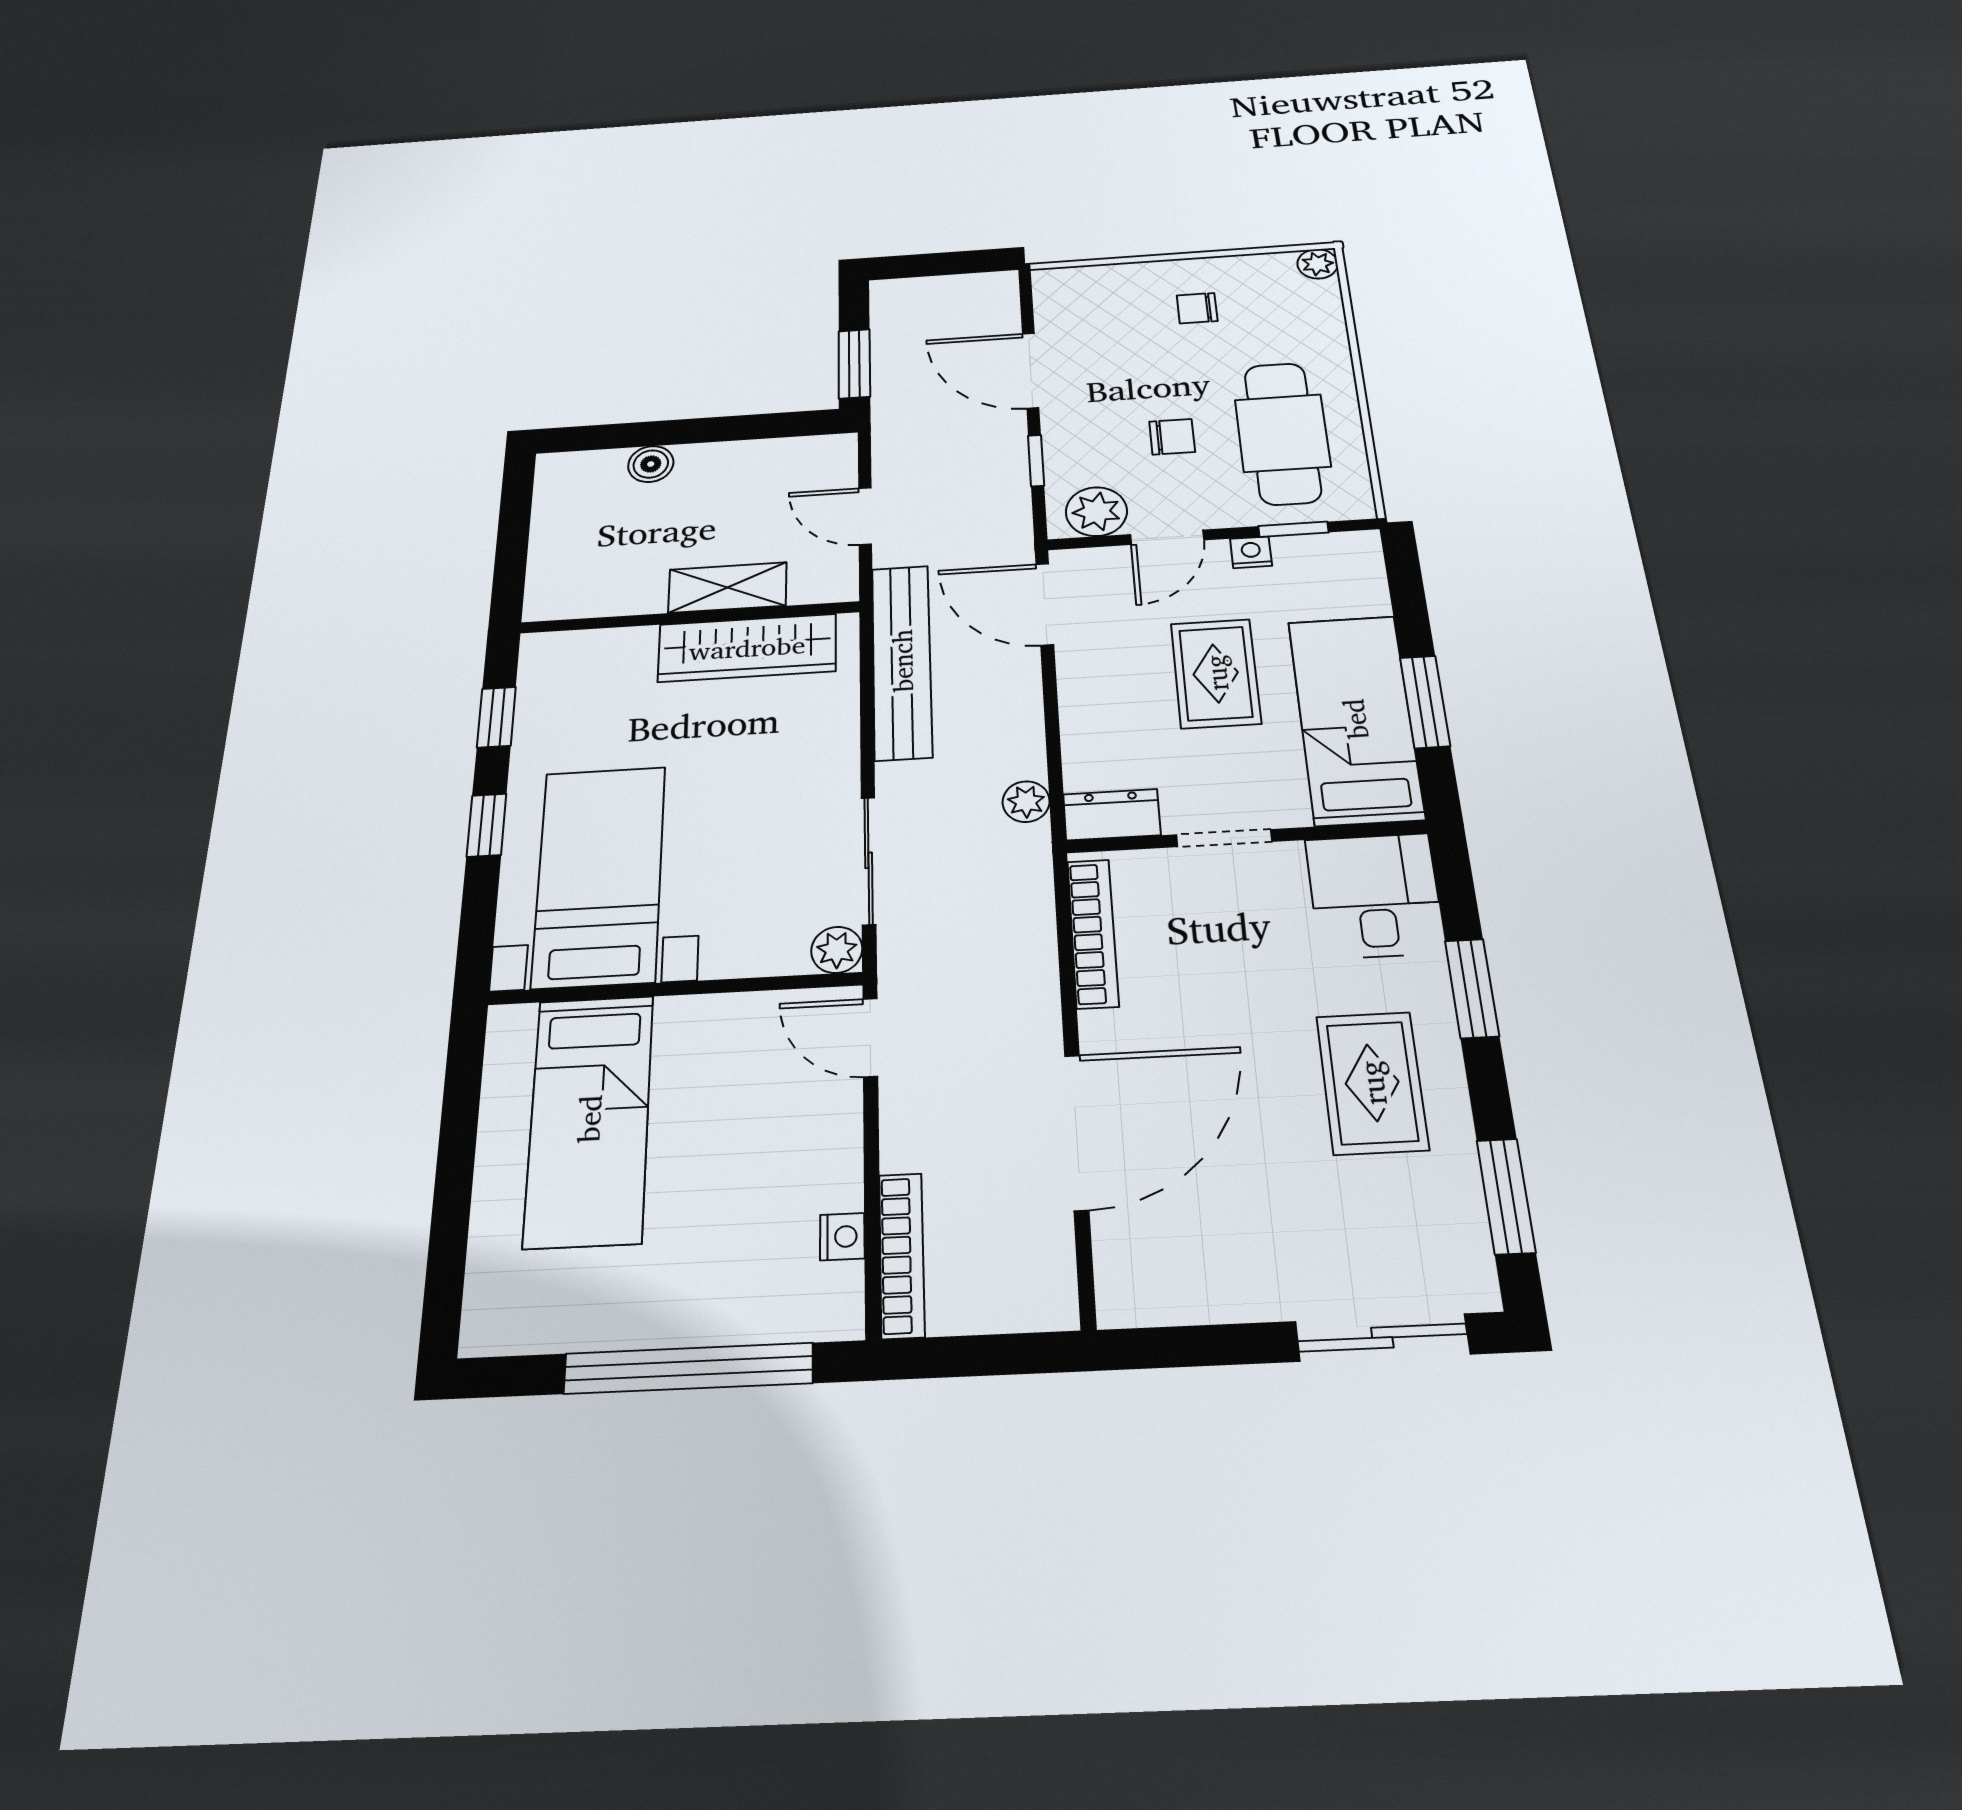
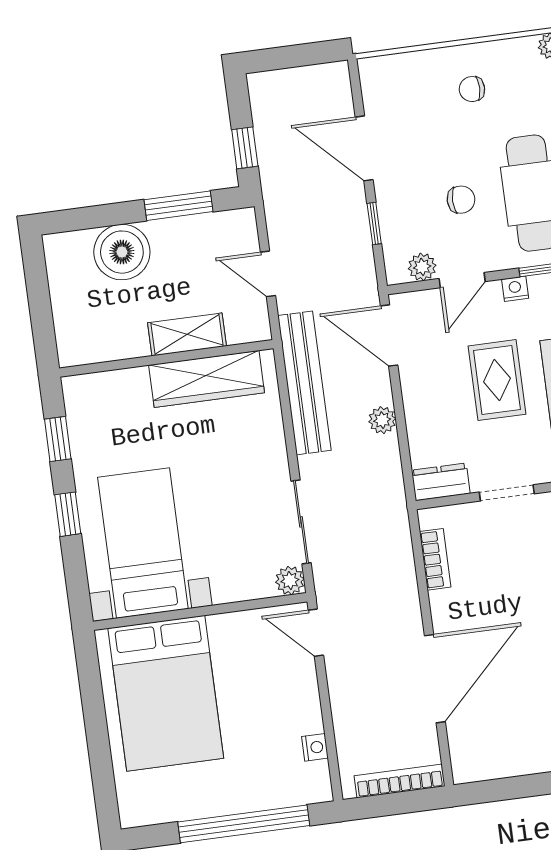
window: (854, 364) -> (245, 148), width x0.67
window: (745, 427) -> (178, 206), added
boiler: (651, 464) -> (122, 252), width x1.86, depth x1.86
plant: (1096, 512) -> (422, 267), width x0.73, depth x0.73
plant: (1026, 802) -> (382, 420), moved
bookcase: (1093, 933) -> (435, 559), width x0.64
bed: (589, 1119) -> (166, 693), width x1.50
bookcase: (902, 1255) -> (400, 781), moved, turned -90

